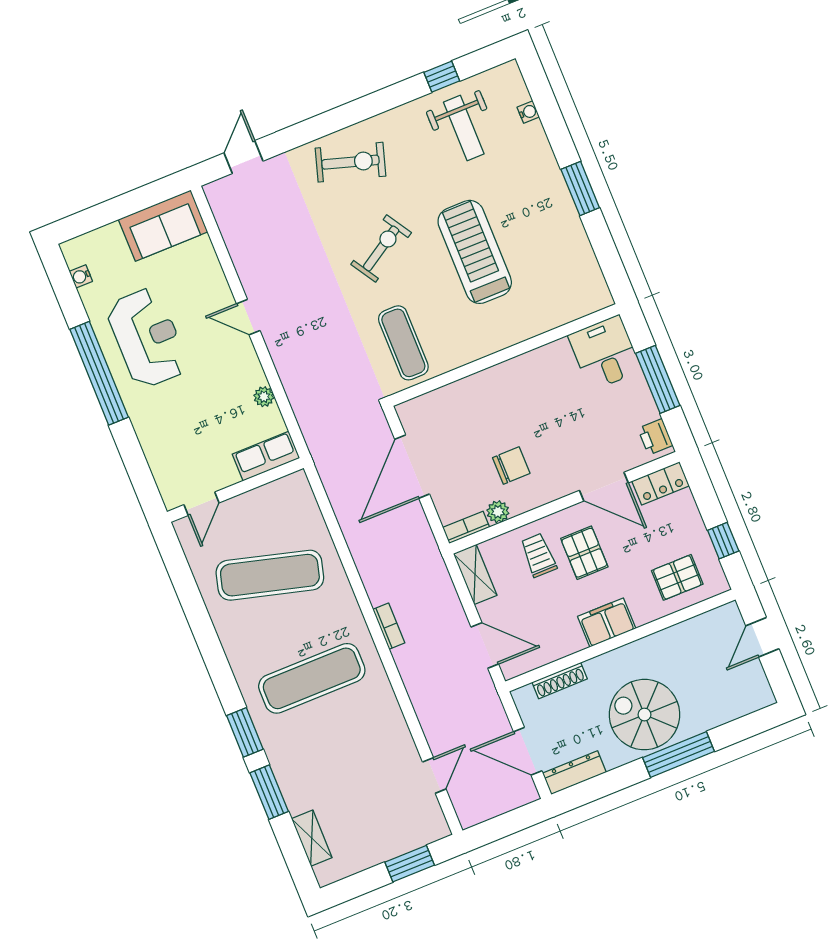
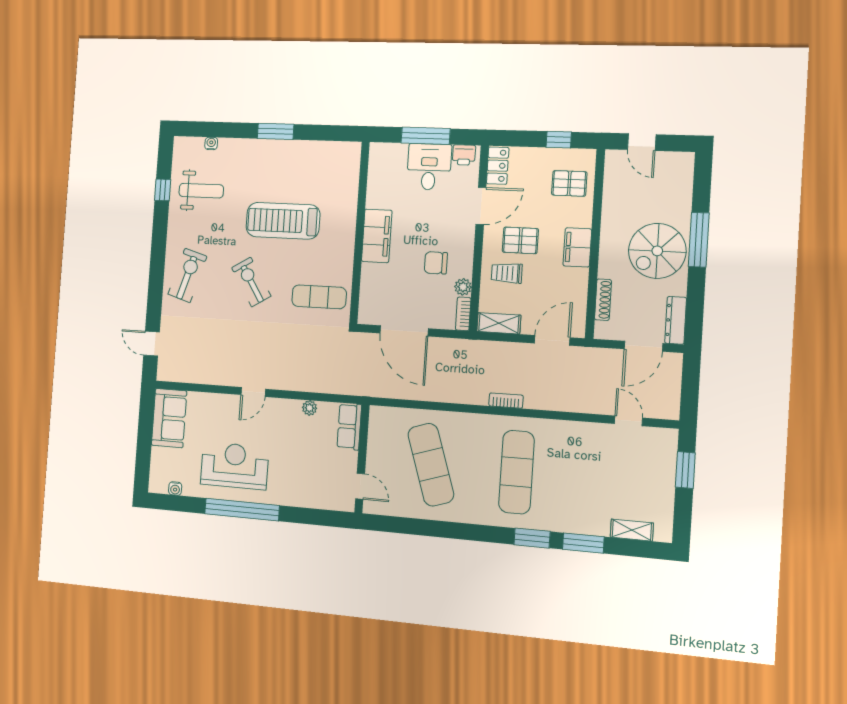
desk: (605, 353) -> (429, 167), moved, turned 90
filing cabinet: (510, 378) -> (377, 236), added
chair: (511, 465) -> (436, 263), turned -90
exercise mat: (270, 575) -> (431, 465), turned -33
pallet: (677, 577) -> (569, 183), turned 90

